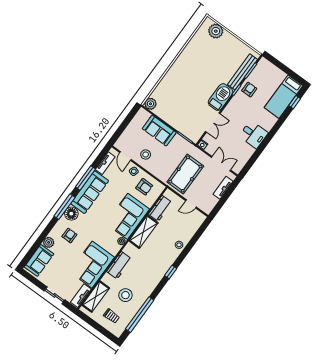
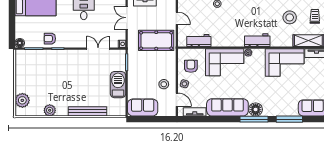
floor lamp: (263, 63) -> (20, 43), added
bench: (242, 72) -> (88, 111), moved
barbecue: (221, 97) -> (118, 85), moved, turned 90
plant: (150, 104) -> (50, 110), moved
sofa: (159, 131) -> (143, 107), moved, turned -90
door: (125, 156) -> (177, 100), hinge flipped
window: (85, 178) -> (289, 119), moved
shelving: (143, 232) -> (228, 40), removed
armchair: (69, 236) -> (274, 98), removed
plant: (49, 242) -> (292, 111), removed
workbench: (119, 265) -> (257, 40), moved

